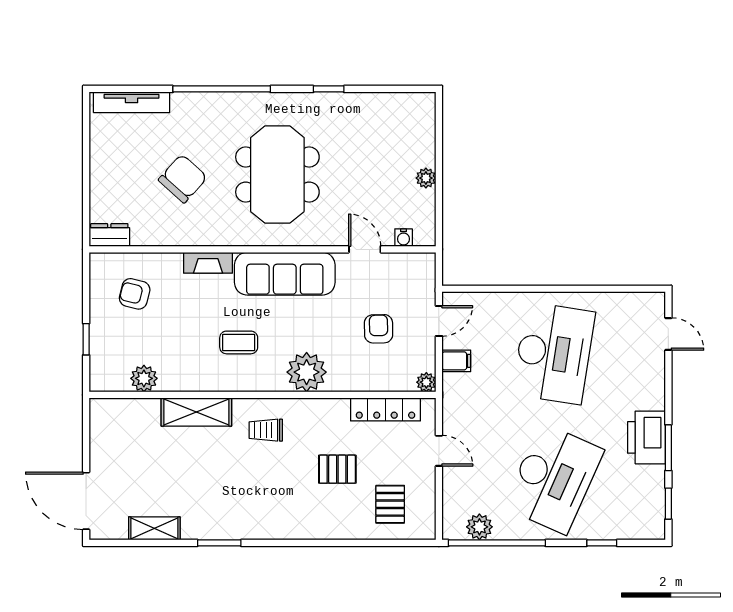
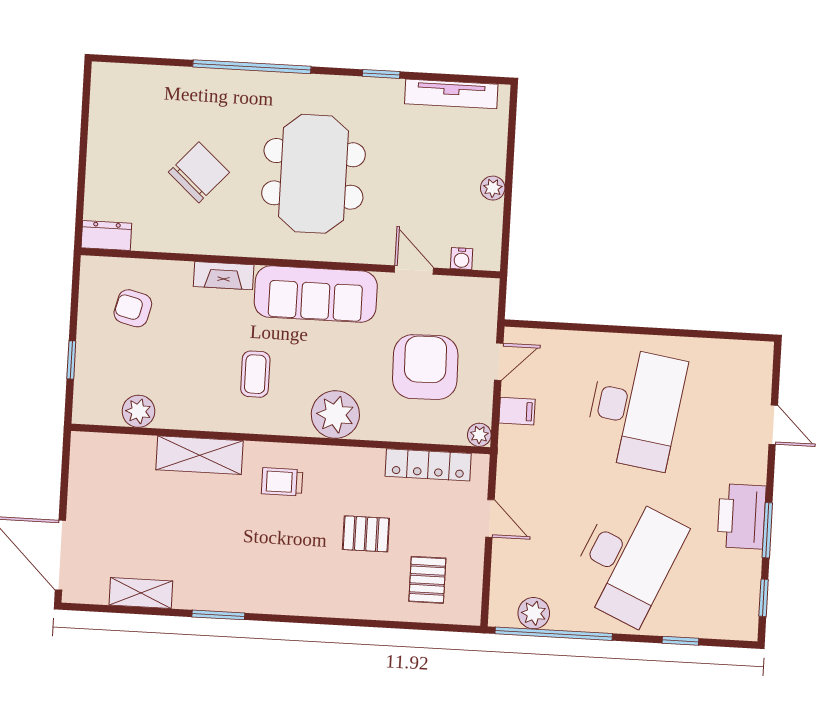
tv unit: (132, 102) -> (451, 94), moved
armchair: (379, 329) -> (425, 367), width x1.88, depth x1.88
door: (668, 334) -> (773, 425), moved
coffee table: (239, 342) -> (255, 374), turned 90

